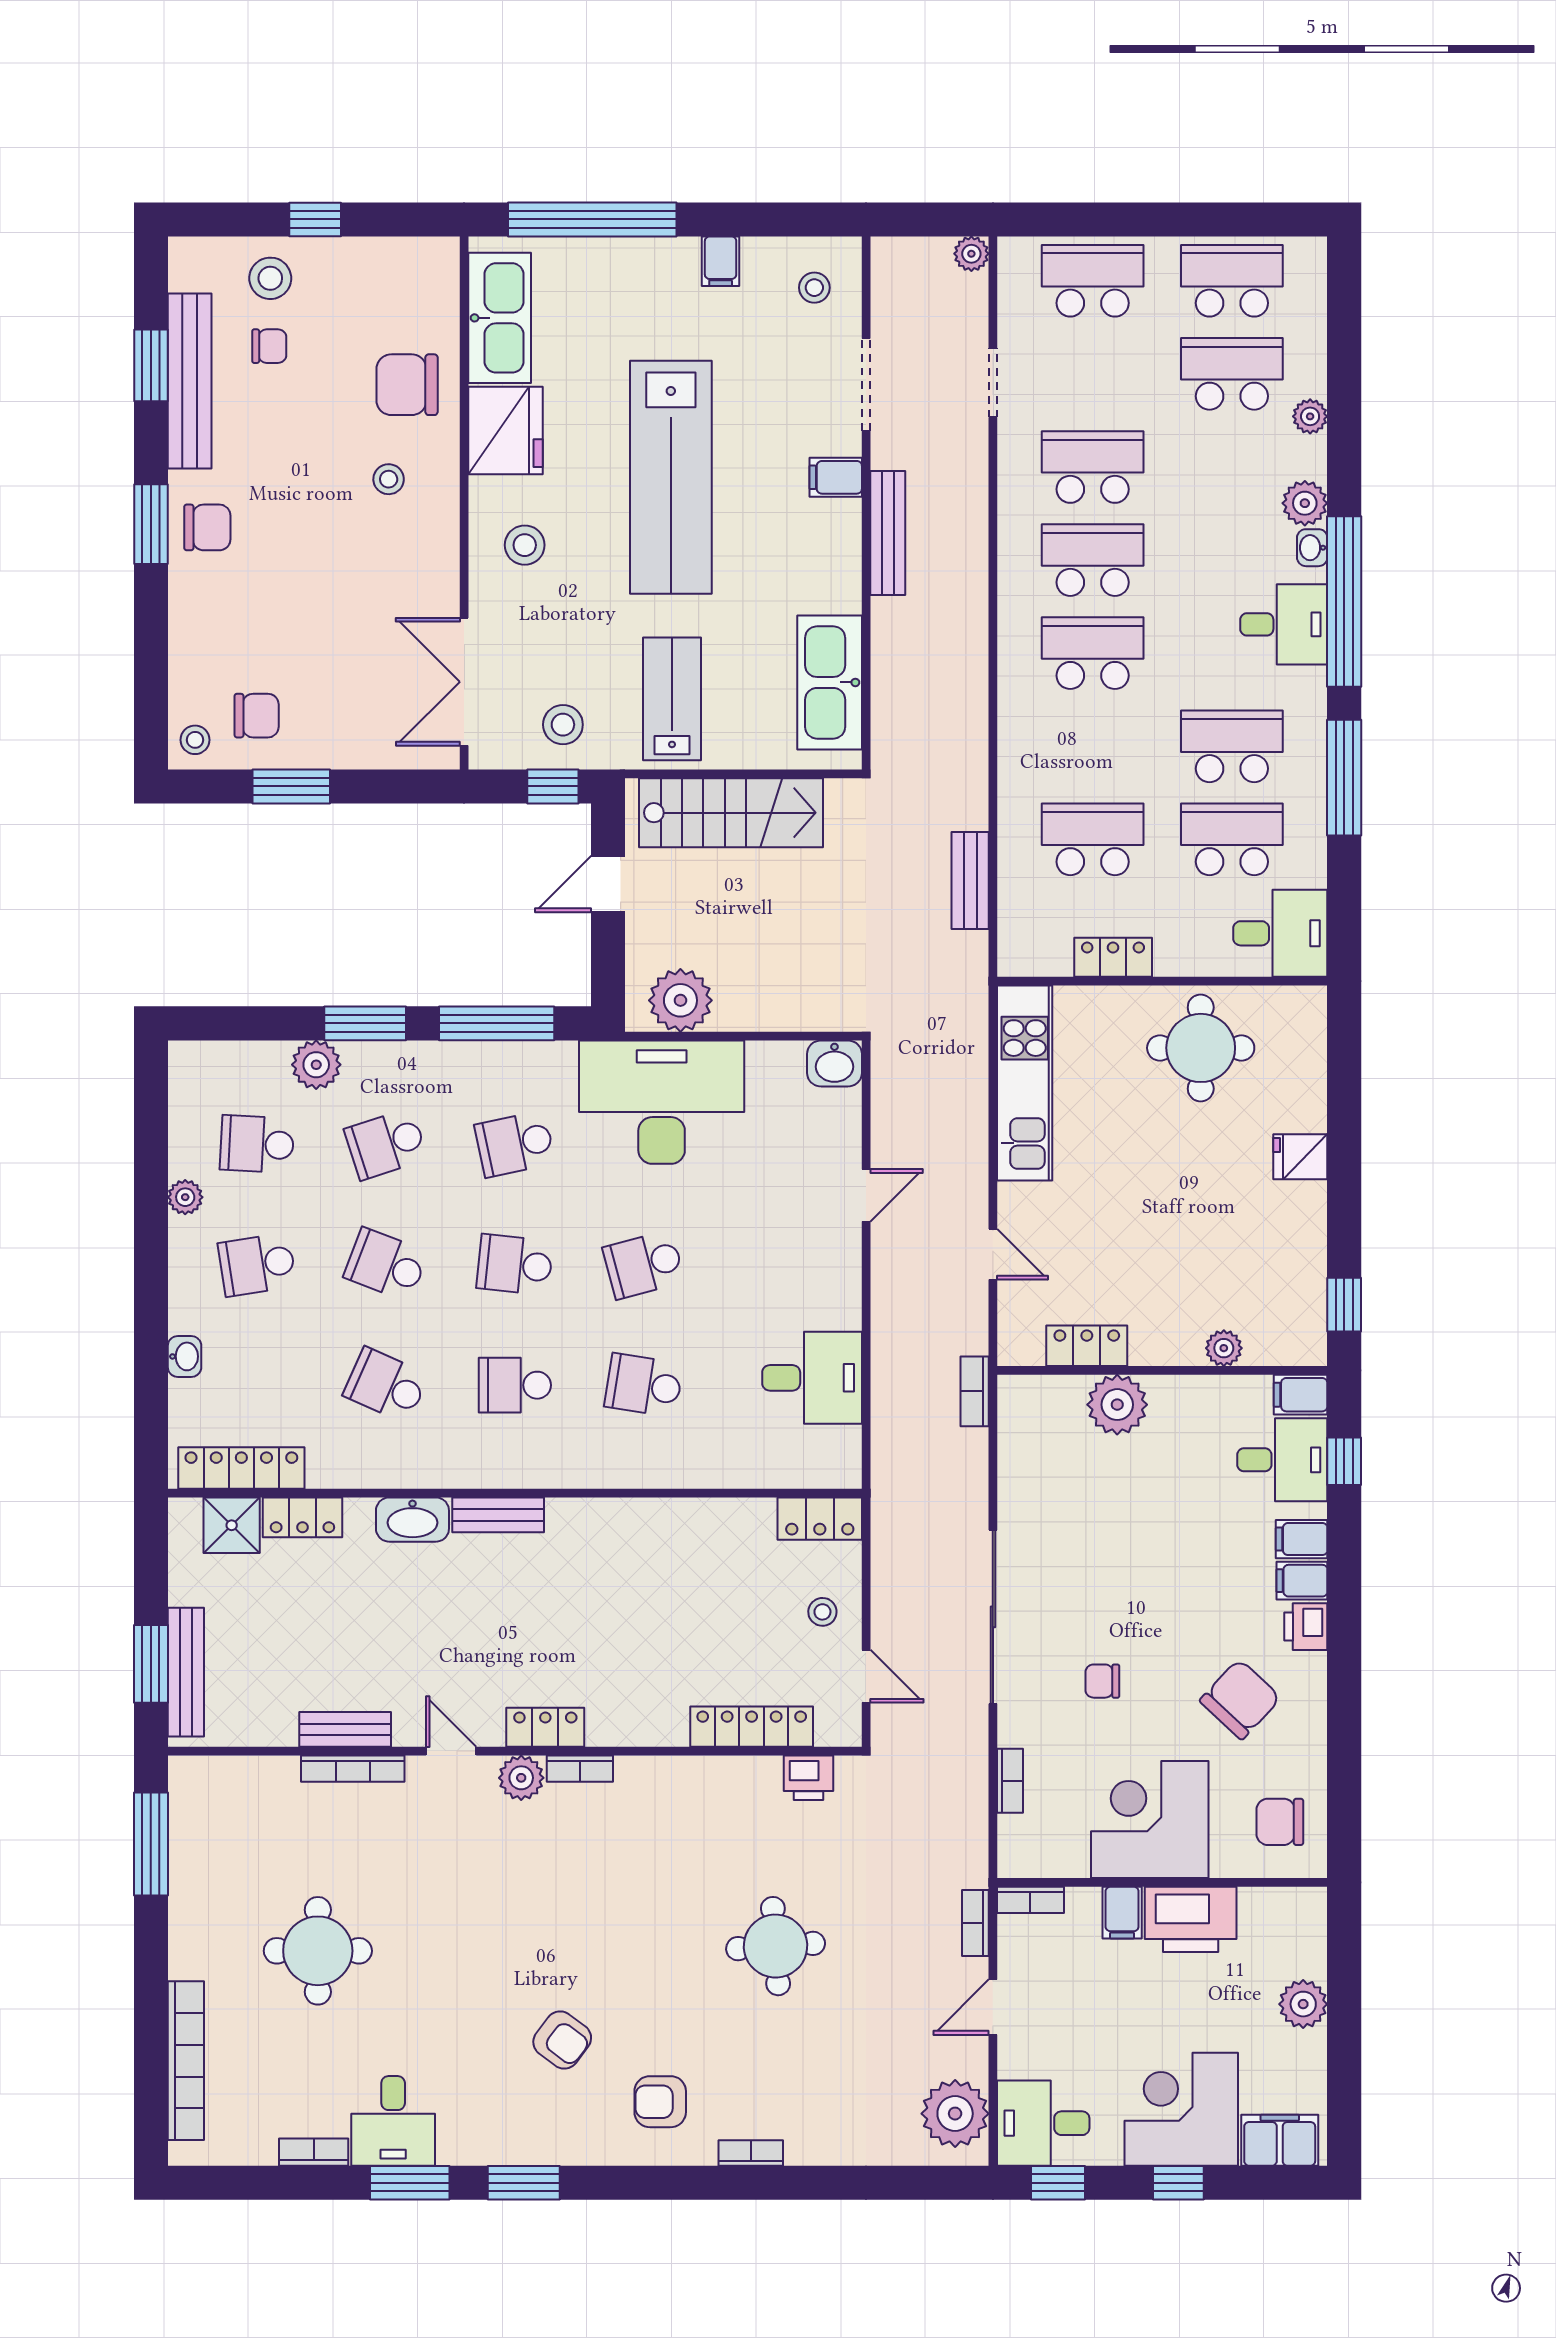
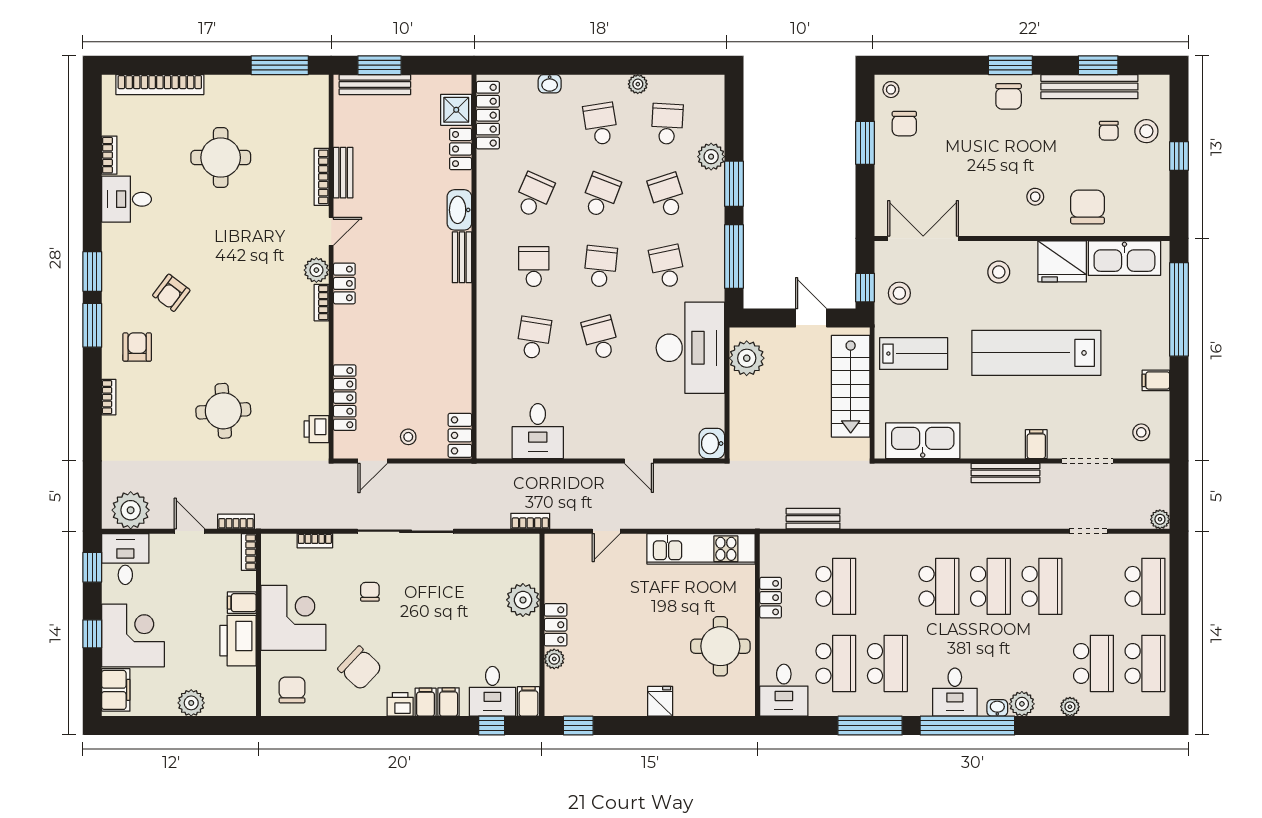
locker: (1087, 1346) -> (556, 625), moved
window: (410, 2183) -> (92, 325), moved

